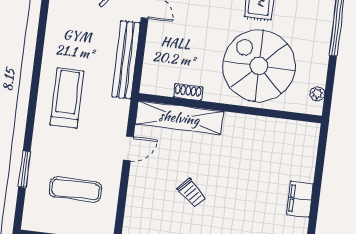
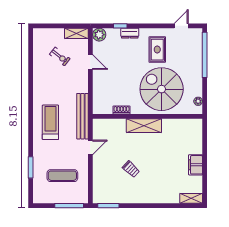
bench: (126, 60) -> (83, 116), moved
shelving: (179, 118) -> (144, 126), moved, width x0.68

